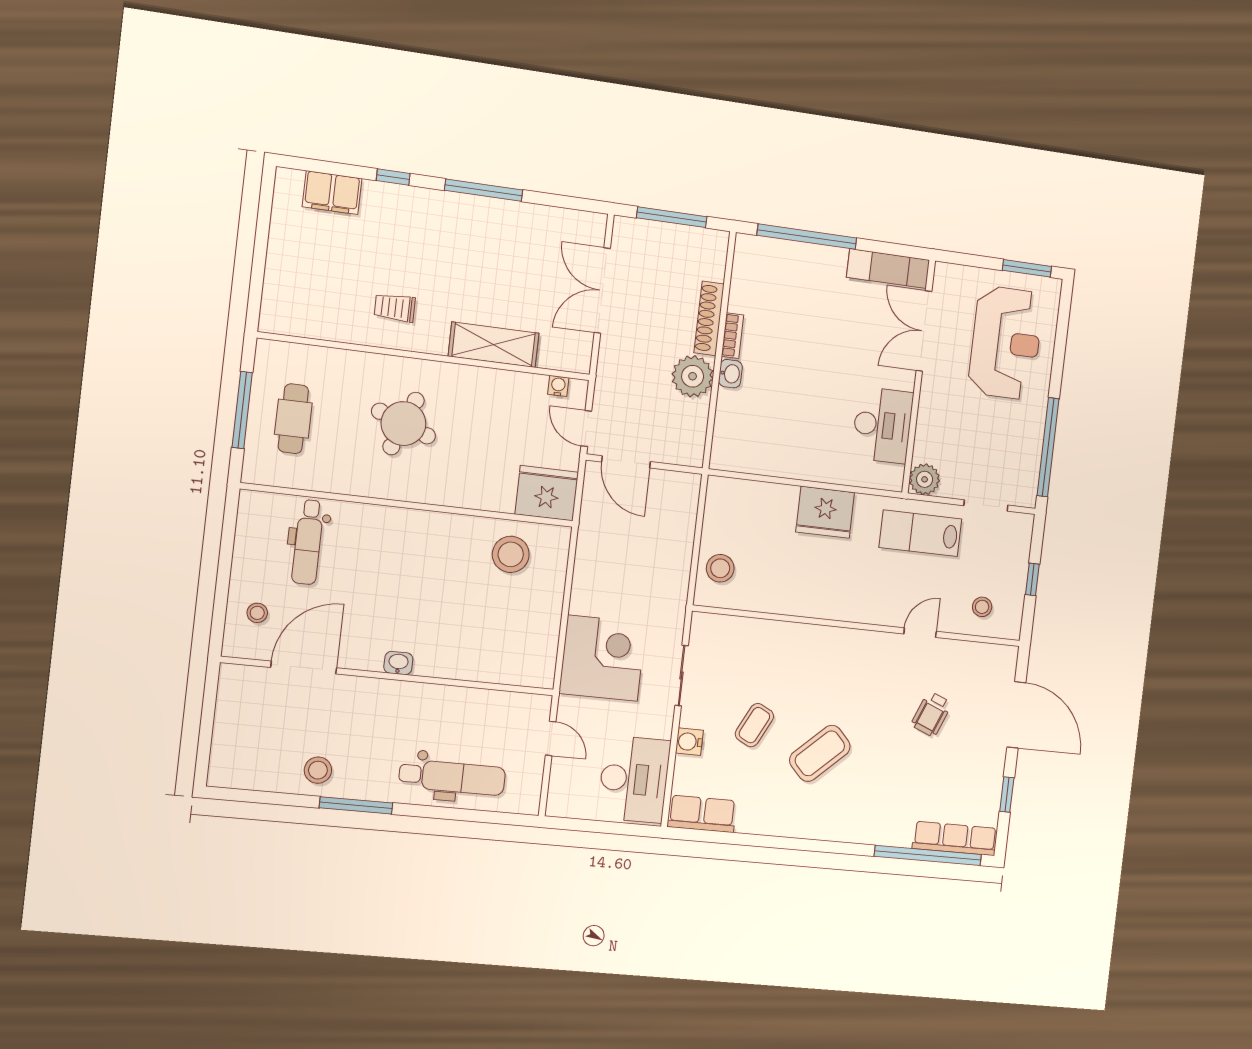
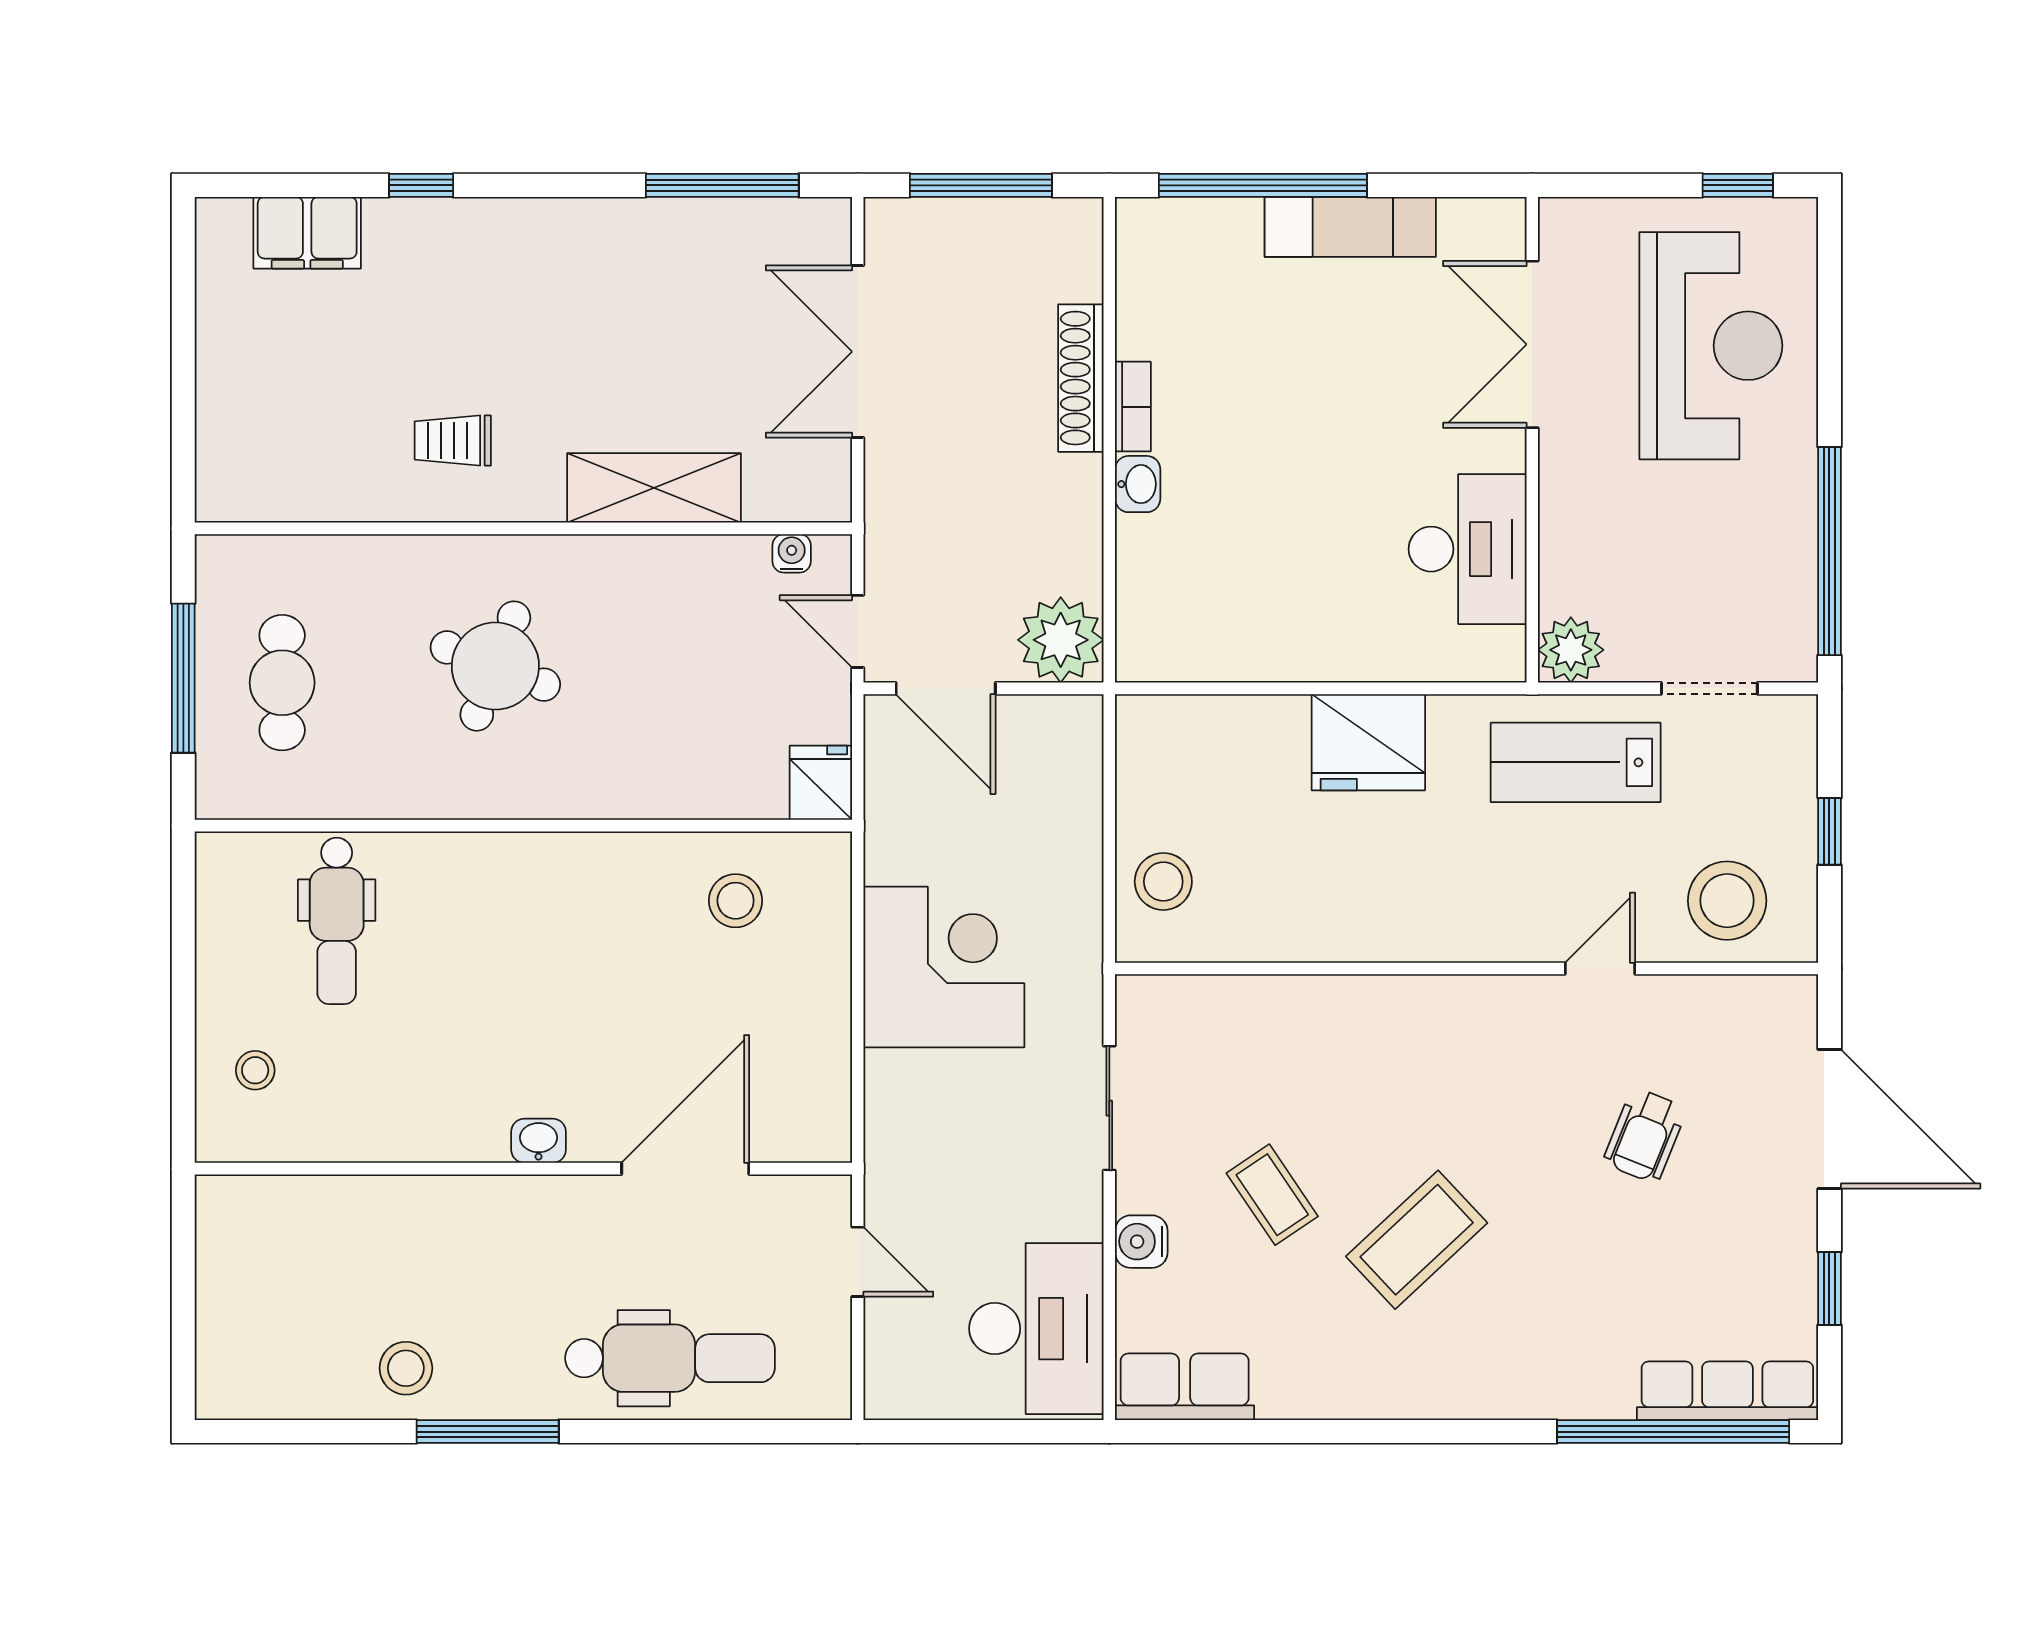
window: (484, 190) -> (722, 185), moved
window: (1027, 268) -> (1738, 185), width x0.67
exam couch: (888, 269) -> (1350, 227), moved
plant: (693, 376) -> (1061, 640), moved
fridge: (547, 493) -> (821, 783), width x0.53, depth x0.75
stool: (511, 554) -> (736, 901), width x0.73, depth x0.73
stool: (982, 607) -> (1727, 901), width x1.89, depth x1.89
corner desk: (603, 658) -> (944, 967), moved
door: (304, 668) -> (685, 1169), moved
coffee table: (754, 725) -> (1272, 1195), turned -61

